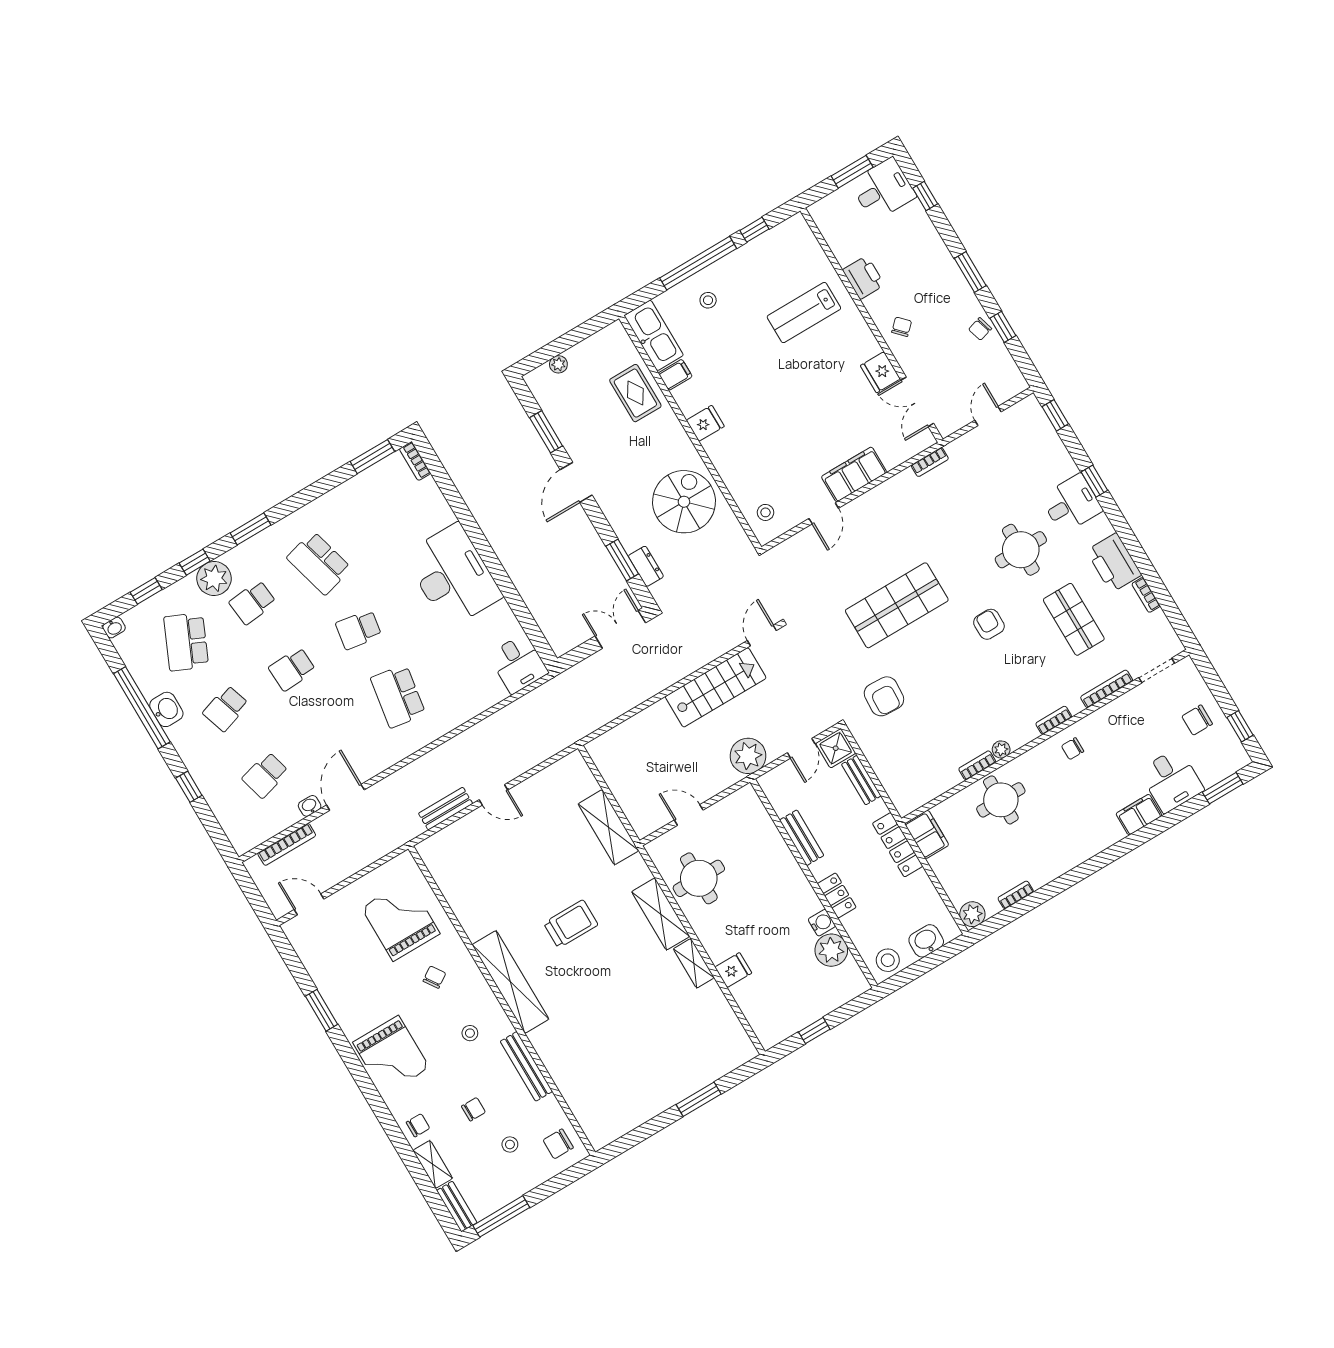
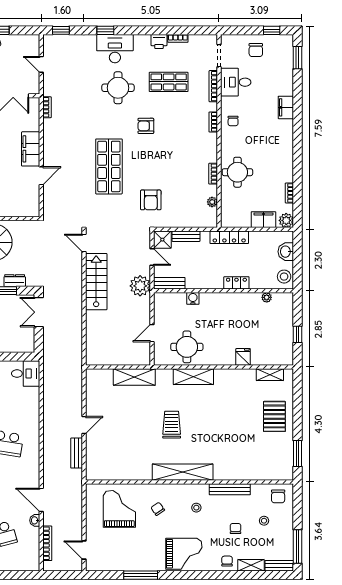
desk: (1071, 504) -> (115, 49), width x1.37
stool: (766, 512) -> (23, 205), removed
door: (824, 513) -> (41, 176), hinge flipped
printer: (1114, 563) -> (159, 42), width x0.53, depth x0.68
armchair: (884, 696) -> (151, 200), turned 87
plant: (1001, 749) -> (212, 202), moved
desk: (1171, 780) -> (236, 82), moved, turned 180
filing cabinet: (927, 834) -> (263, 220), moved
bench: (802, 838) -> (169, 283), moved
door: (309, 904) -> (84, 550), hinge flipped
grand piano: (401, 921) -> (119, 509), turned 90
water cooler: (822, 923) -> (193, 298), moved
plant: (831, 950) -> (267, 297), width x0.53, depth x0.53
shelving: (694, 963) -> (270, 375), moved
window: (321, 1010) -> (141, 575), width x1.44
pallet: (673, 1068) -> (274, 416), added
window: (699, 1099) -> (298, 454), moved

